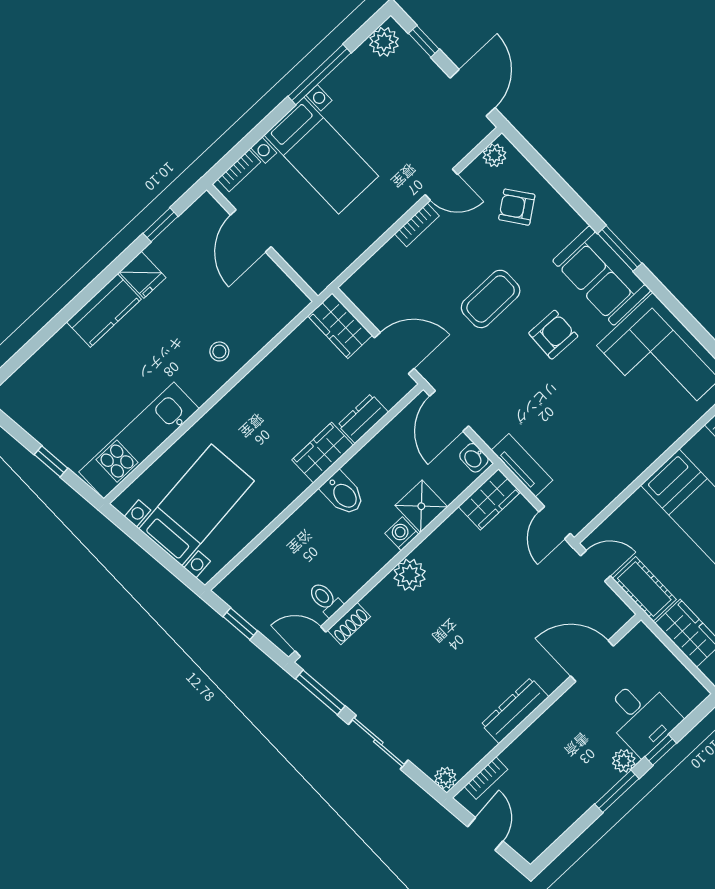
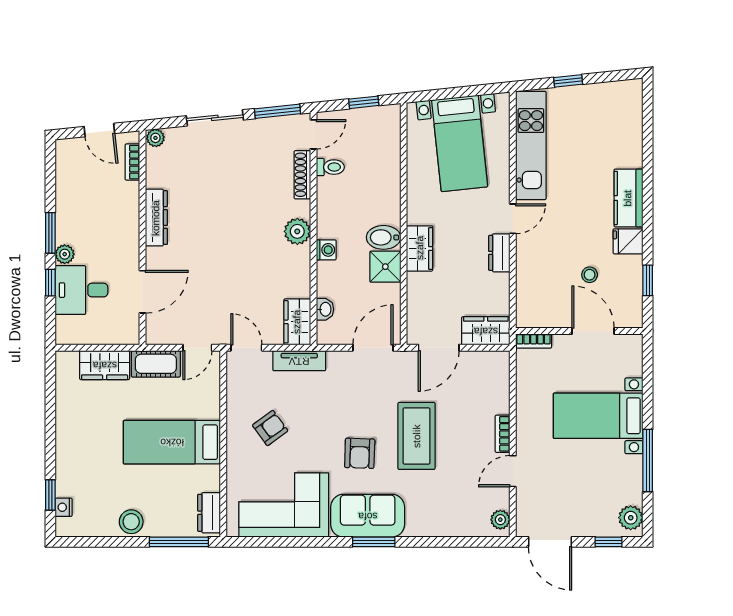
bookcase: (239, 171) -> (534, 341), moved, turned -90
armchair: (517, 207) -> (270, 428), moved
coffee table: (491, 299) -> (417, 436), width x1.36, depth x1.32
stool: (219, 351) -> (590, 275), moved
door: (219, 395) -> (513, 219), added
door: (449, 411) -> (373, 348), hinge flipped
dresser: (363, 419) -> (499, 253), moved, turned 180
washbasin: (474, 458) -> (325, 309), moved, turned 90
shower: (421, 506) -> (385, 267), moved
shoe rack: (349, 624) -> (302, 175), width x1.43

